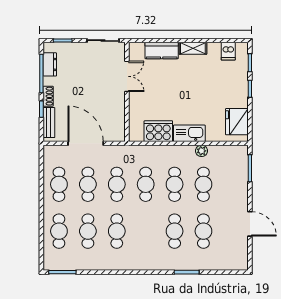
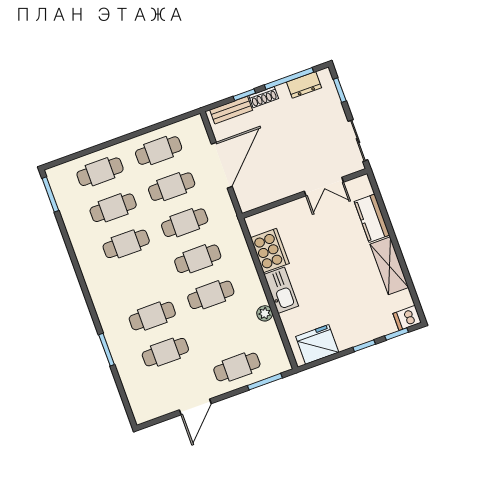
shelving: (193, 48) -> (389, 266), width x1.50, depth x1.33
dishwasher: (228, 51) -> (407, 318), moved
cafe table: (203, 184) -> (237, 367), moved

